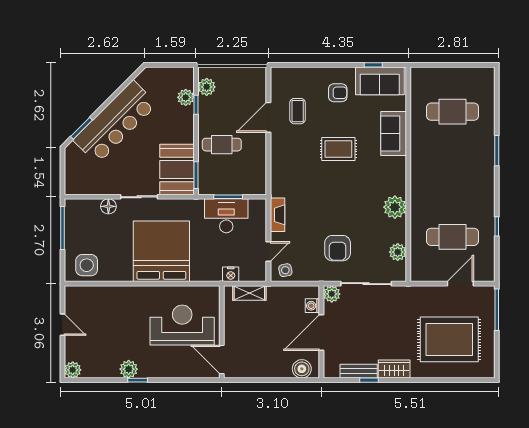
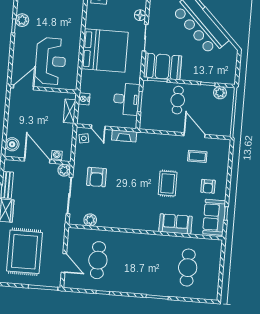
plant: (186, 97) -> (214, 77), removed
plant: (395, 207) -> (123, 221), removed
armchair: (338, 248) -> (97, 177), turned -90

